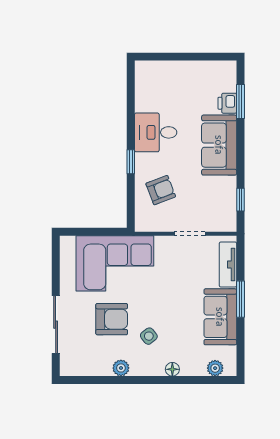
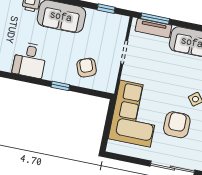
desk: (156, 132) -> (30, 60), moved
window: (240, 299) -> (155, 19), moved

